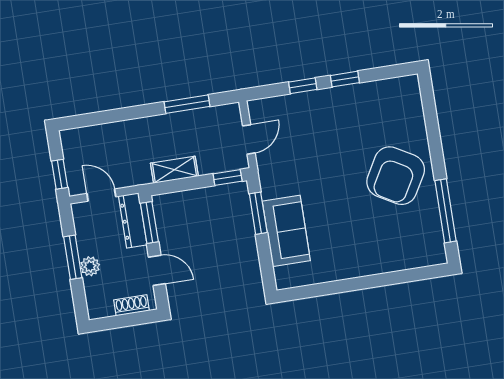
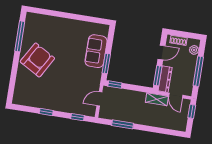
window: (303, 86) -> (77, 117), moved
shelving: (174, 170) -> (157, 99), moved
window: (73, 257) -> (198, 71), width x1.44
plant: (90, 266) -> (194, 50), moved
door: (157, 270) -> (161, 52), swing flipped

